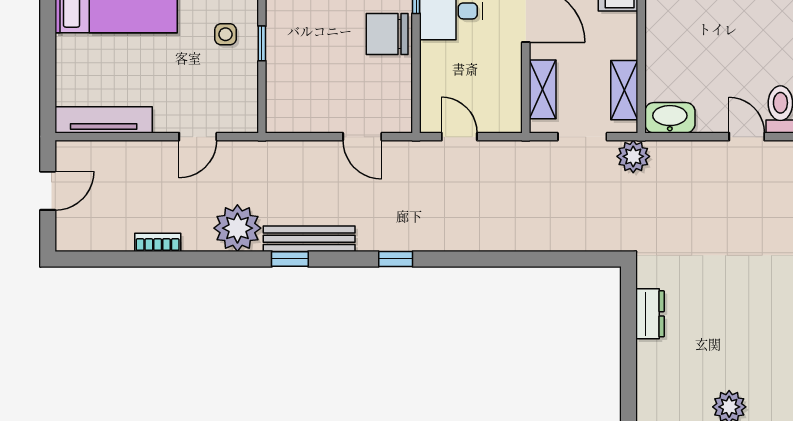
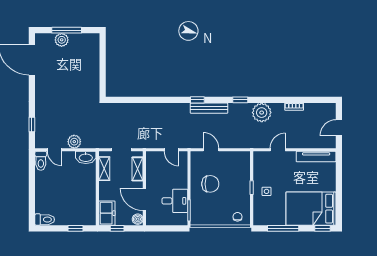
chair: (387, 34) -> (210, 184), moved
plant: (633, 156) -> (74, 142), moved
bench: (309, 239) -> (209, 108), moved
dresser: (650, 314) -> (94, 78), removed

